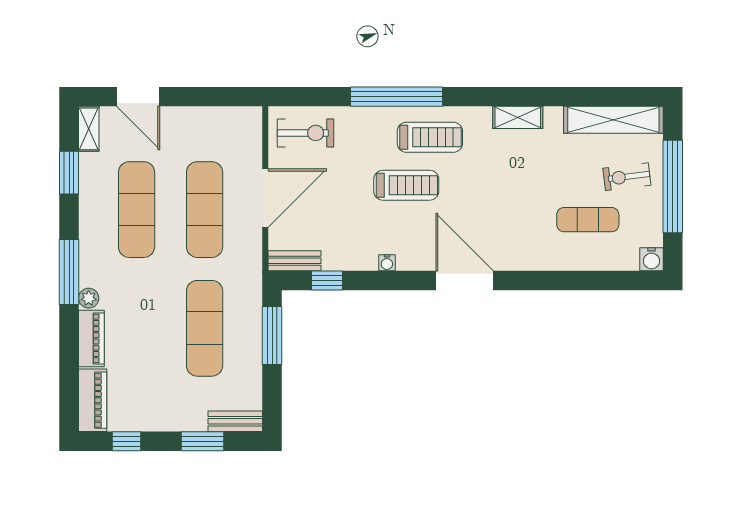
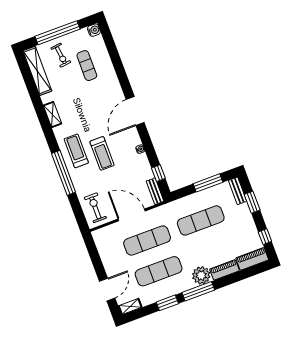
window: (69, 173) -> (167, 303), moved
treadmill: (406, 185) -> (102, 153), turned 180
plant: (89, 298) -> (201, 275), width x1.88, depth x1.88
window: (272, 335) -> (208, 183), moved

